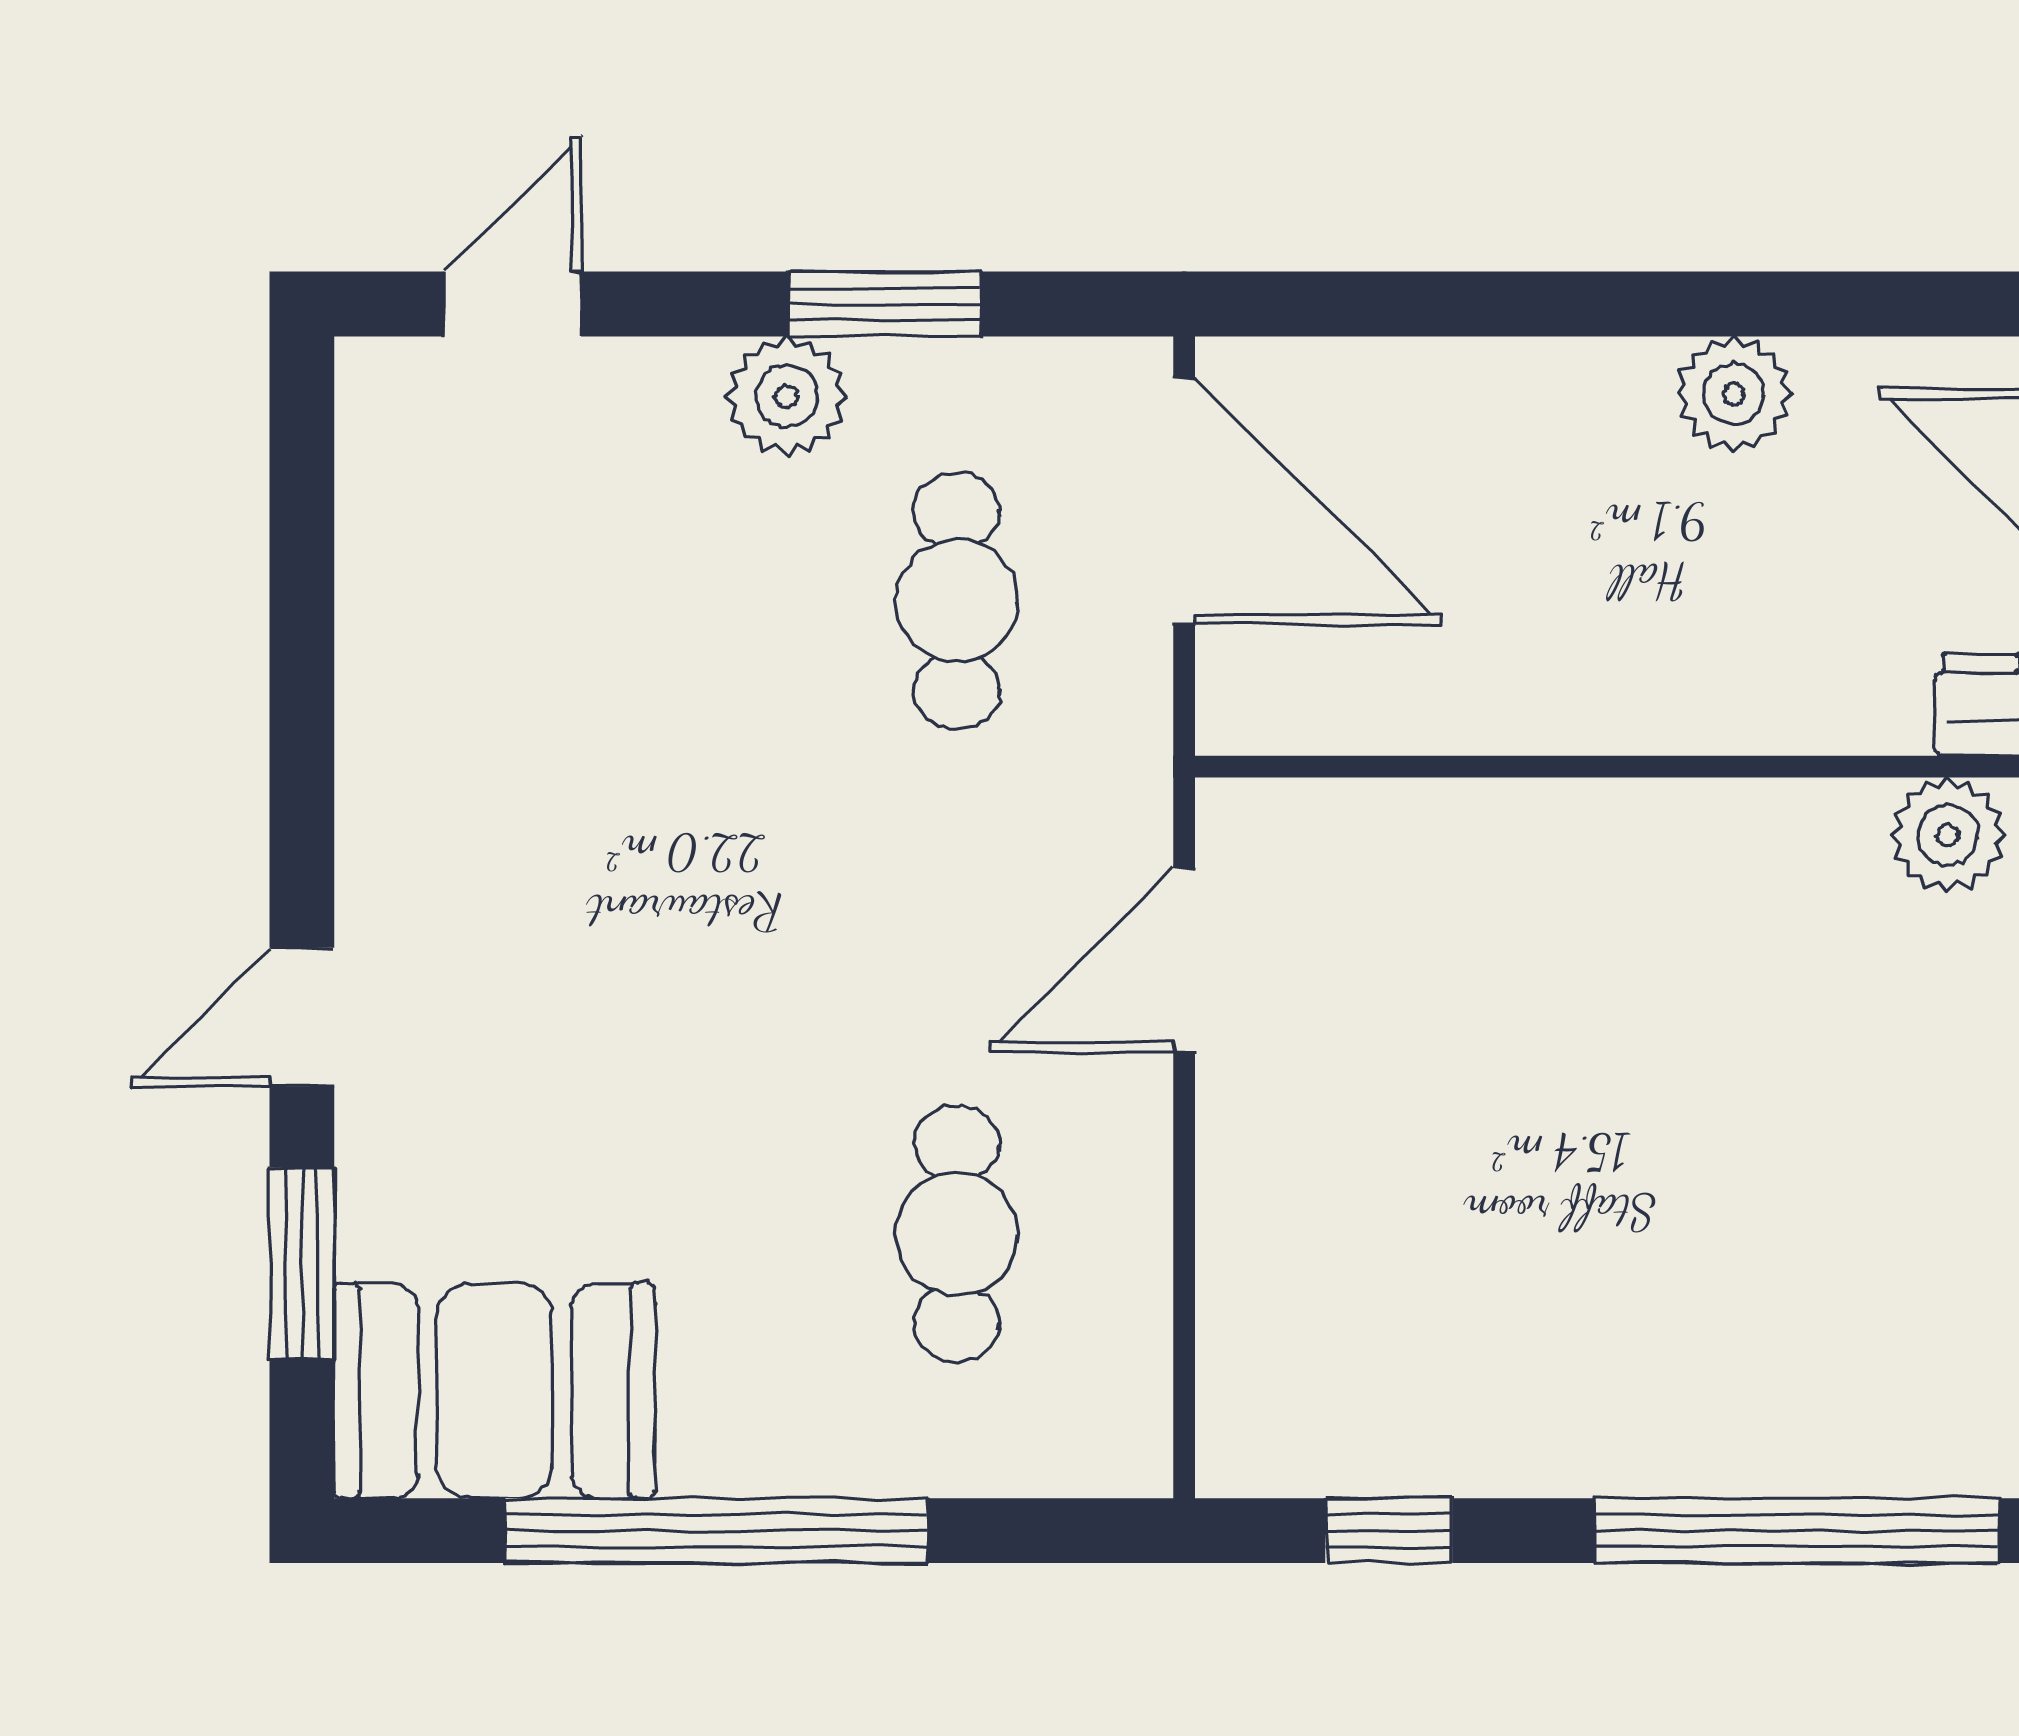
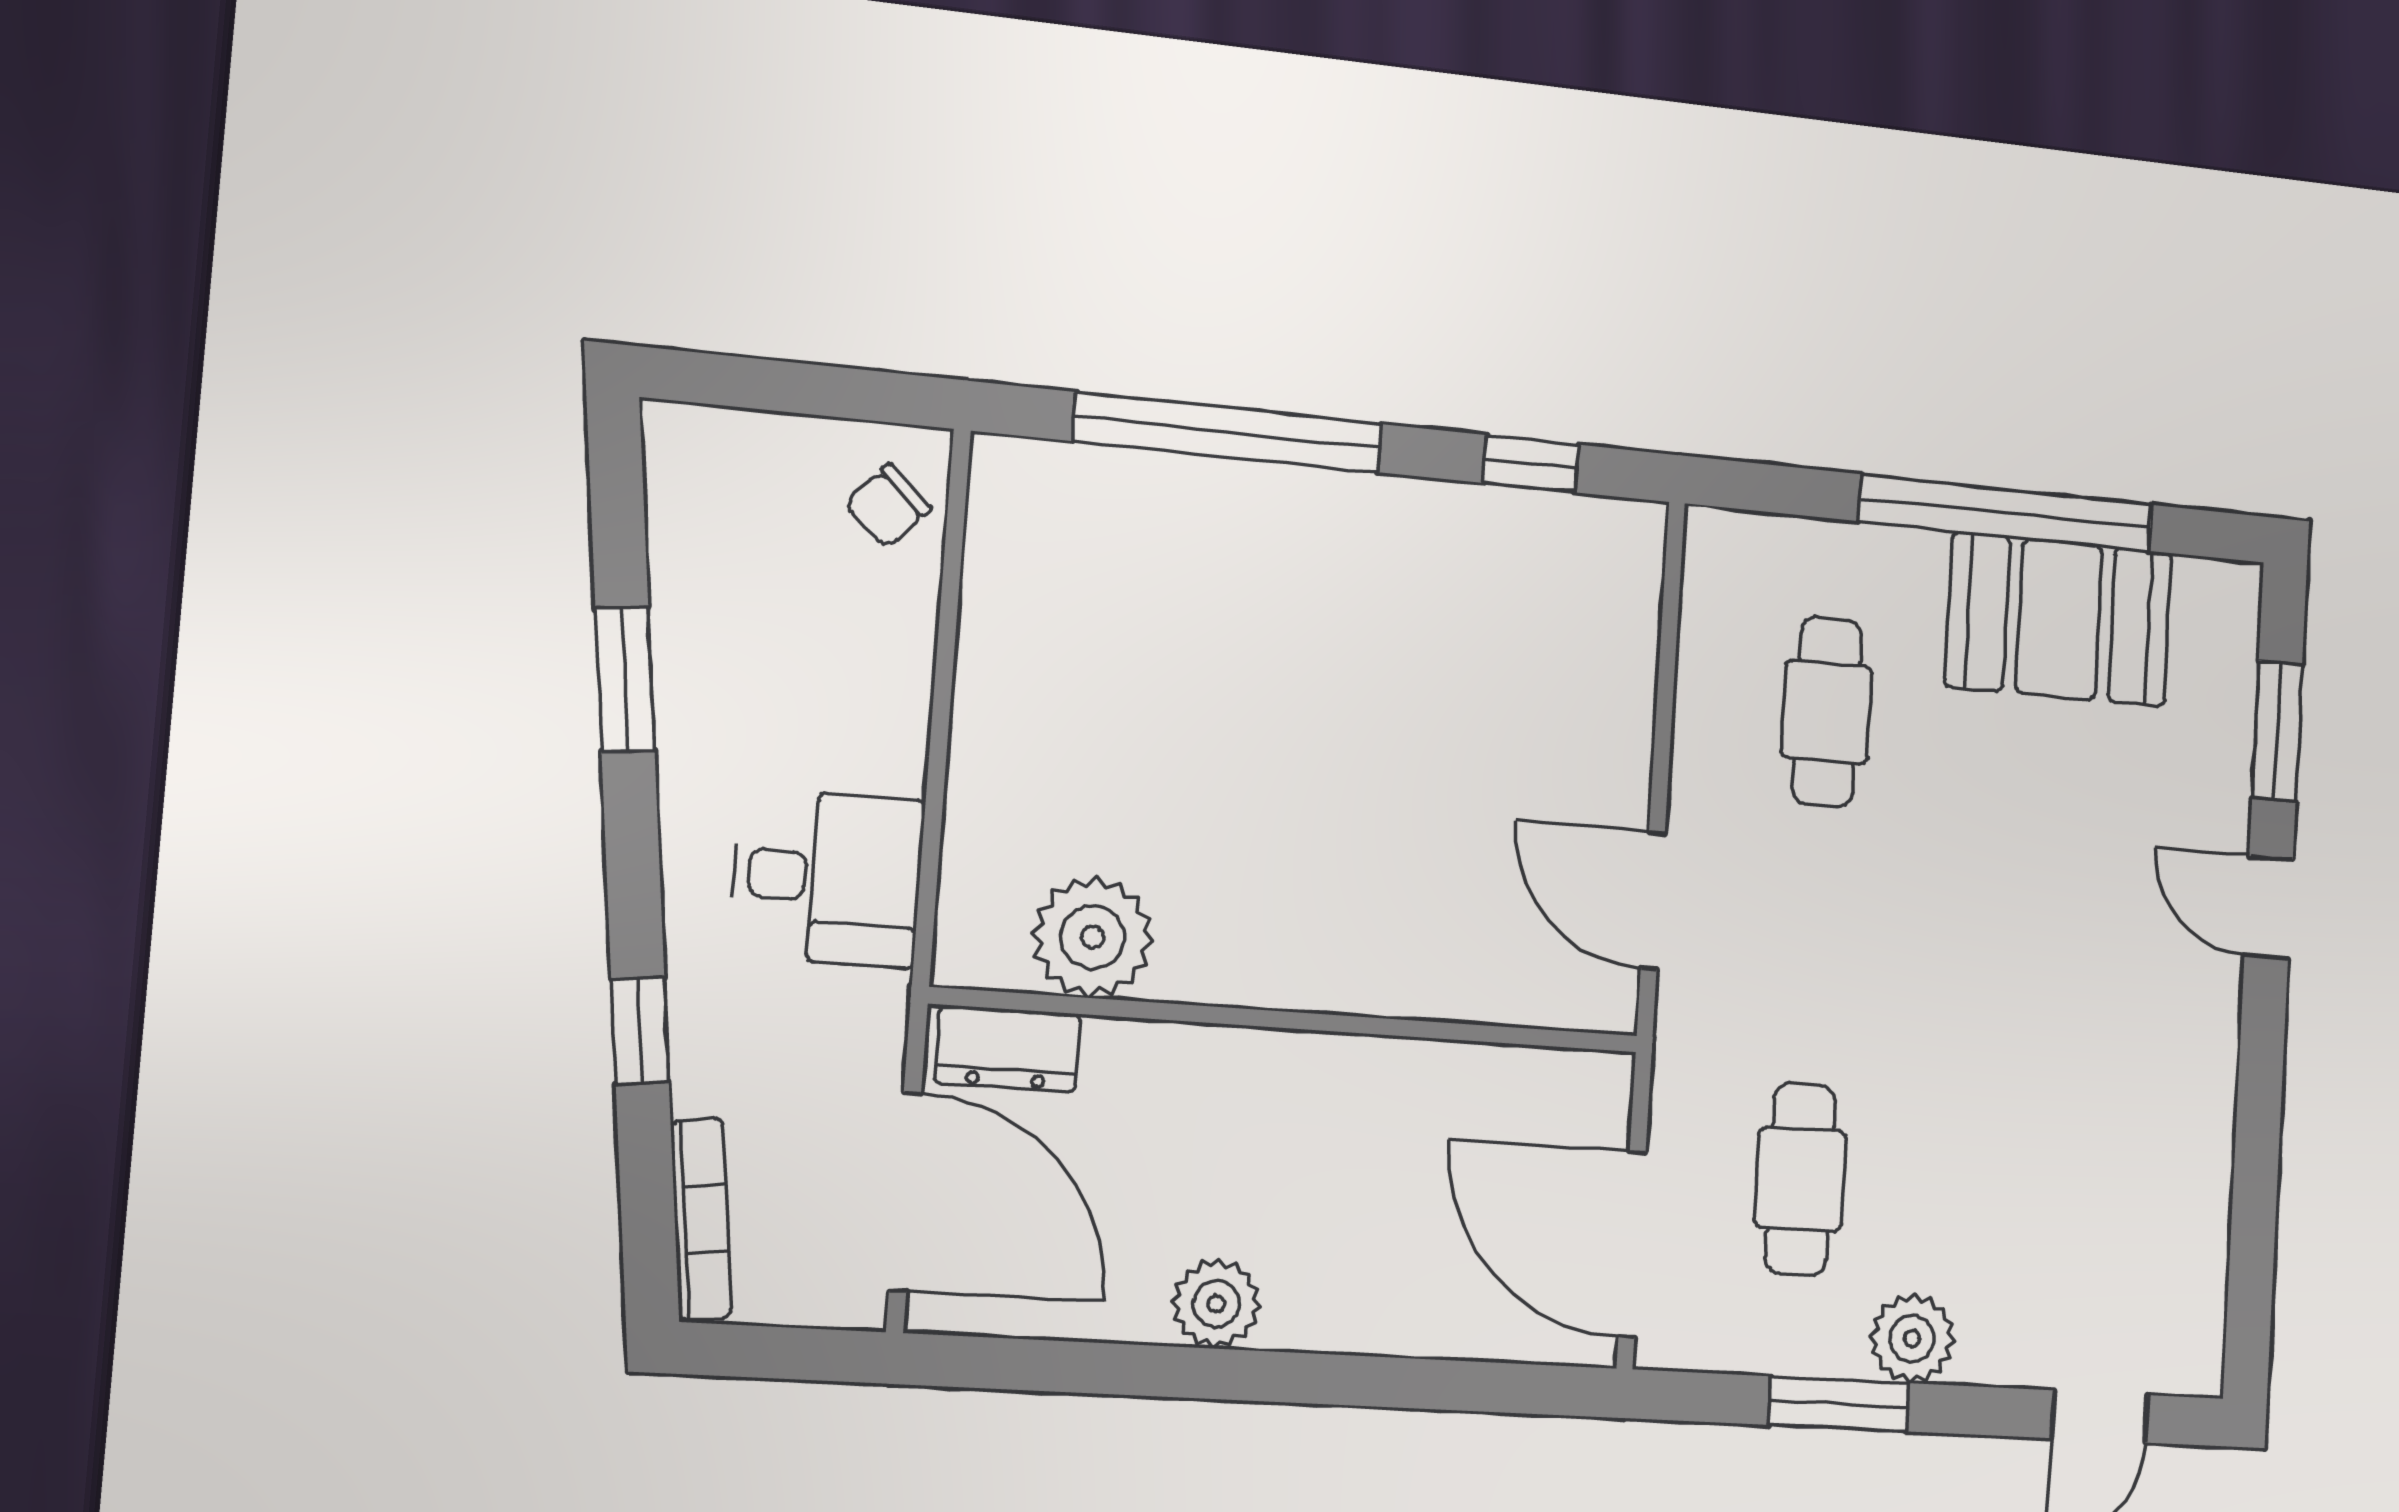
plant: (1948, 835) -> (1093, 937), width x1.36, depth x1.36
door: (1184, 960) -> (1653, 900), swing flipped
door: (302, 1017) -> (2269, 907), swing flipped
booth: (494, 1391) -> (2059, 619), moved

